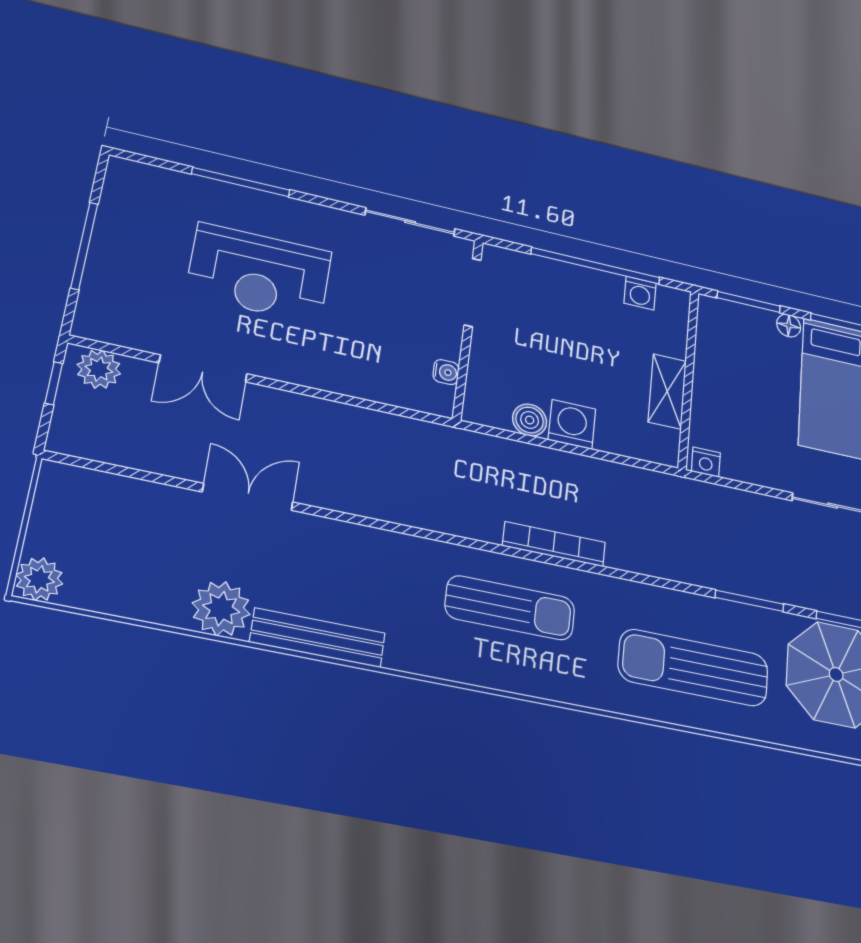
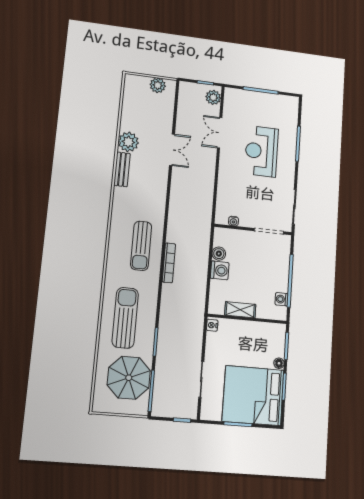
plant: (39, 579) -> (158, 85), moved
bench: (318, 638) -> (122, 169), width x0.73

